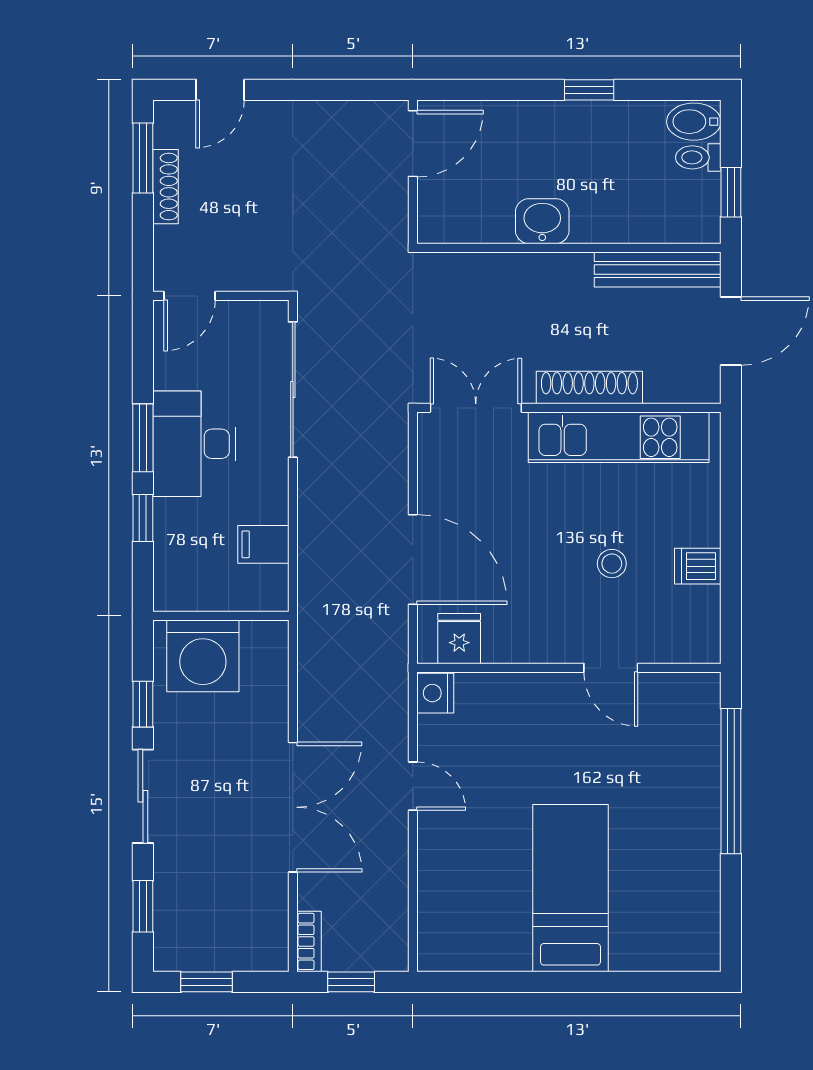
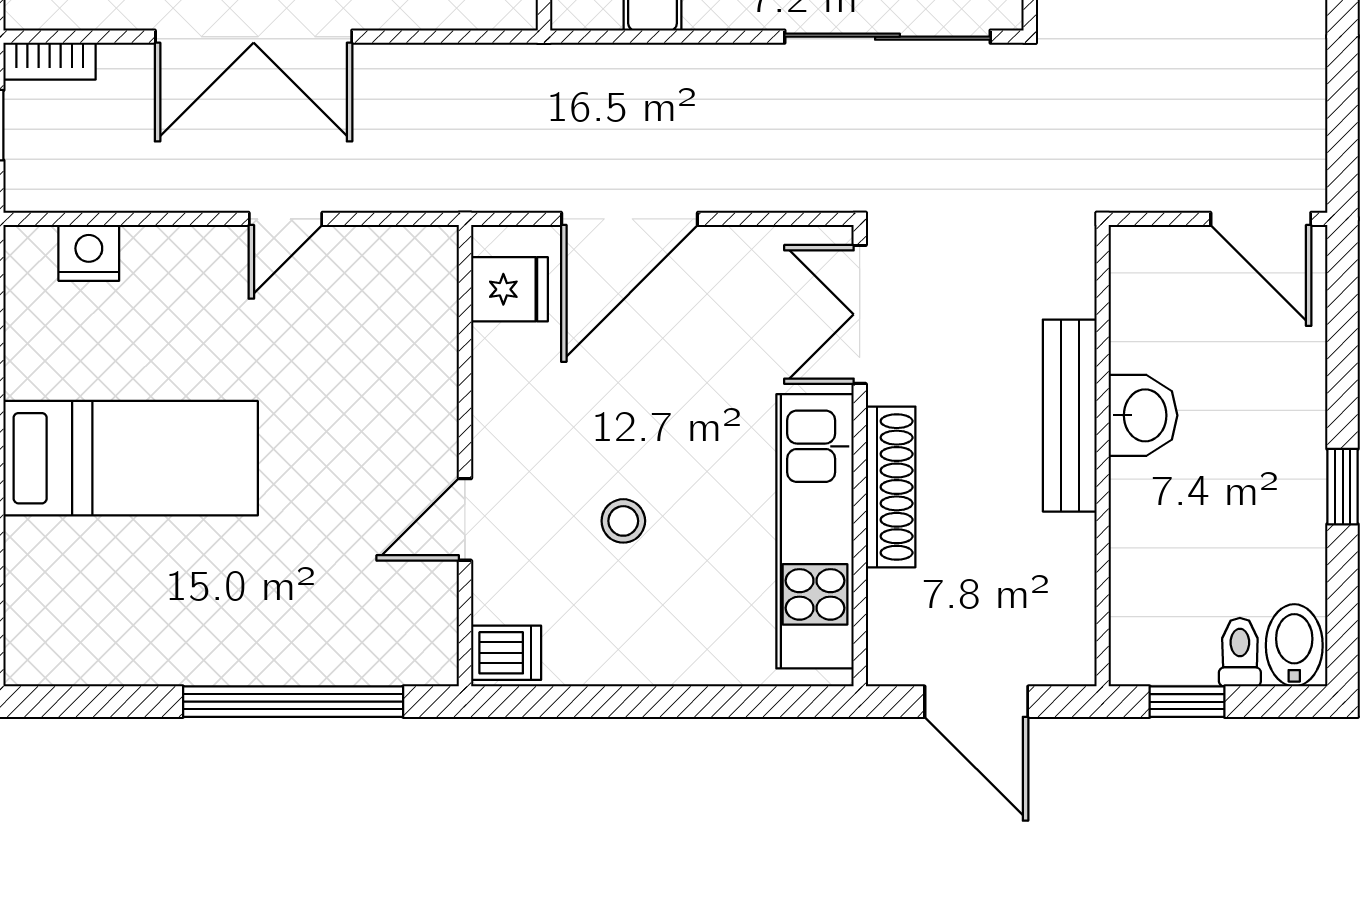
bench: (658, 270) -> (1070, 416), moved
double door: (476, 408) -> (860, 314), swing flipped
dishwasher: (698, 566) -> (506, 653), moved, turned 90
nightstand: (435, 693) -> (89, 253), moved

